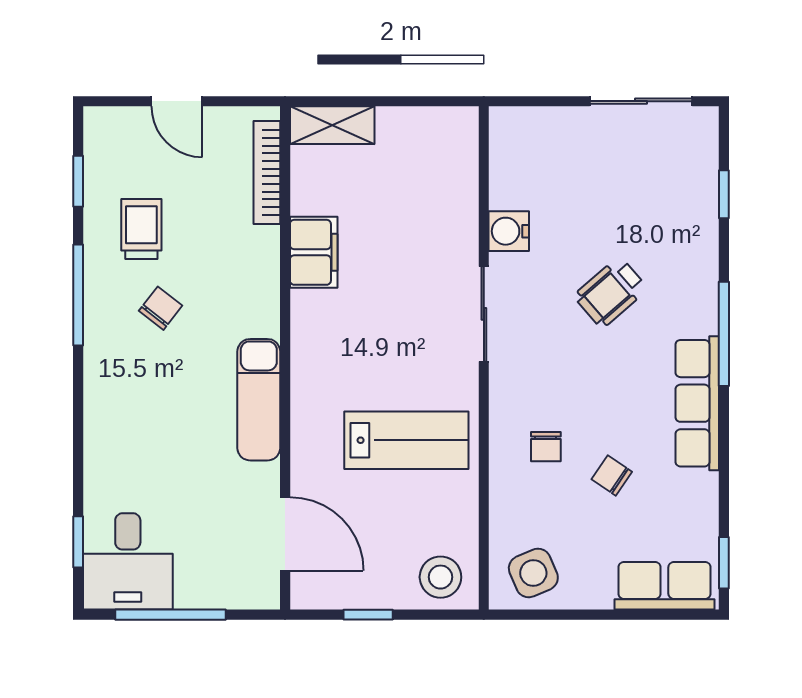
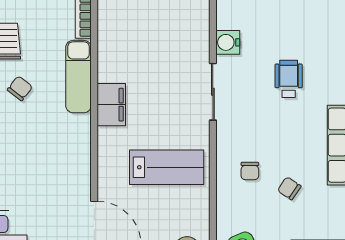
filing cabinet: (314, 252) -> (111, 105), moved
wheelchair: (611, 292) -> (289, 79), turned 131
exam couch: (259, 400) -> (78, 77), moved

